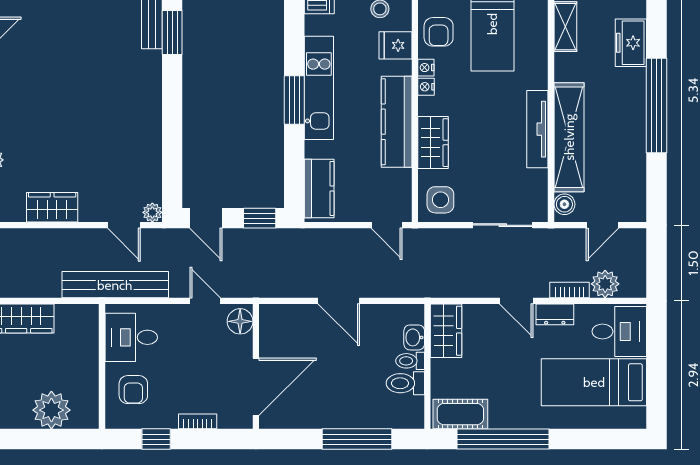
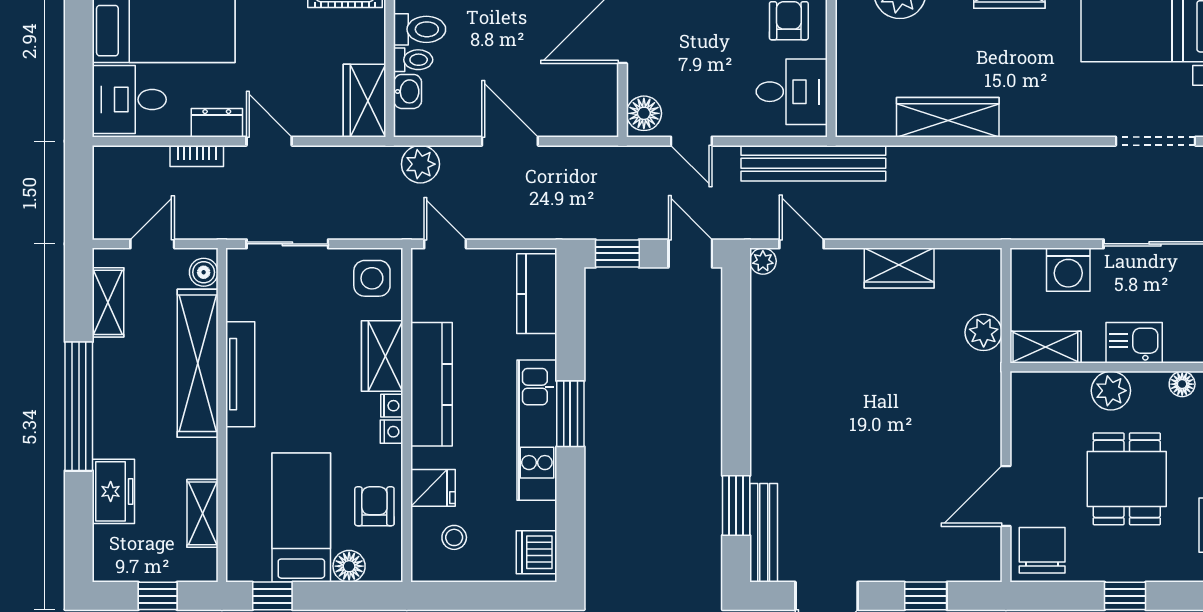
nightstand: (426, 68) -> (392, 406), moved
shelving: (635, 182) -> (108, 302), added
plant: (605, 284) -> (420, 164), moved

